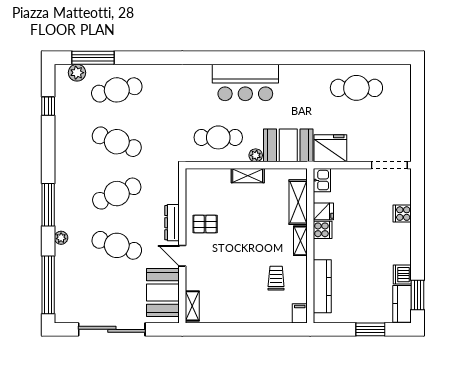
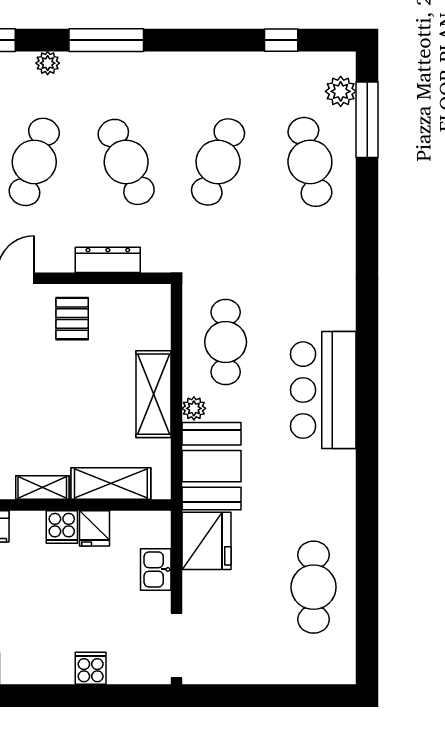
shelving: (248, 176) -> (154, 394), width x1.50, depth x1.33
kitchen sink: (322, 180) -> (156, 569), moved, turned 90
dresser: (172, 223) -> (108, 260), moved

